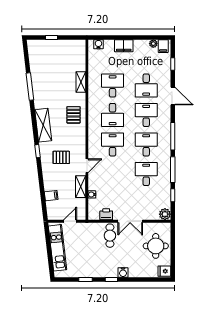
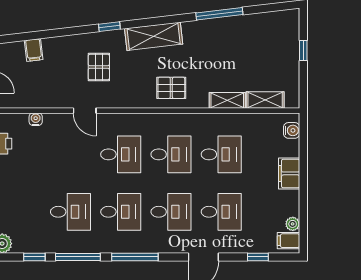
desk: (146, 85) -> (221, 212), turned 180
desk: (113, 115) -> (171, 154), turned 180
shelving: (81, 187) -> (265, 100), moved

